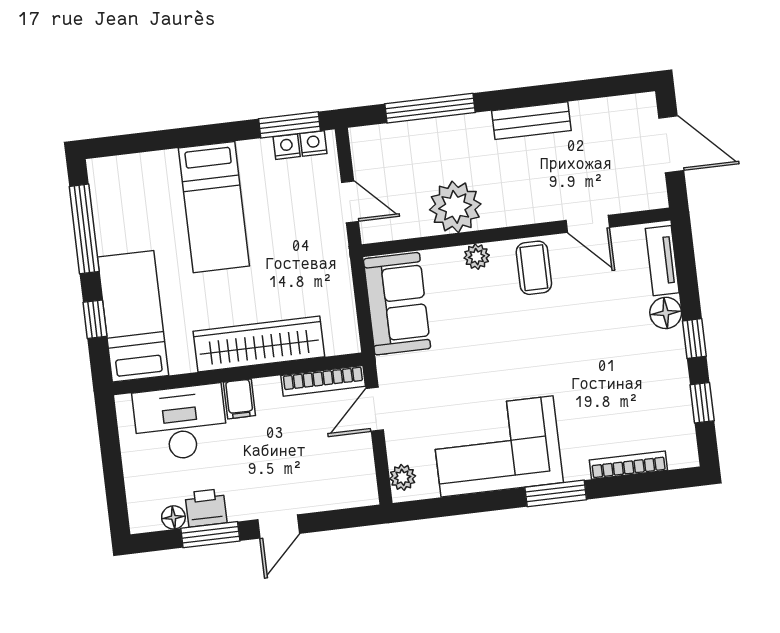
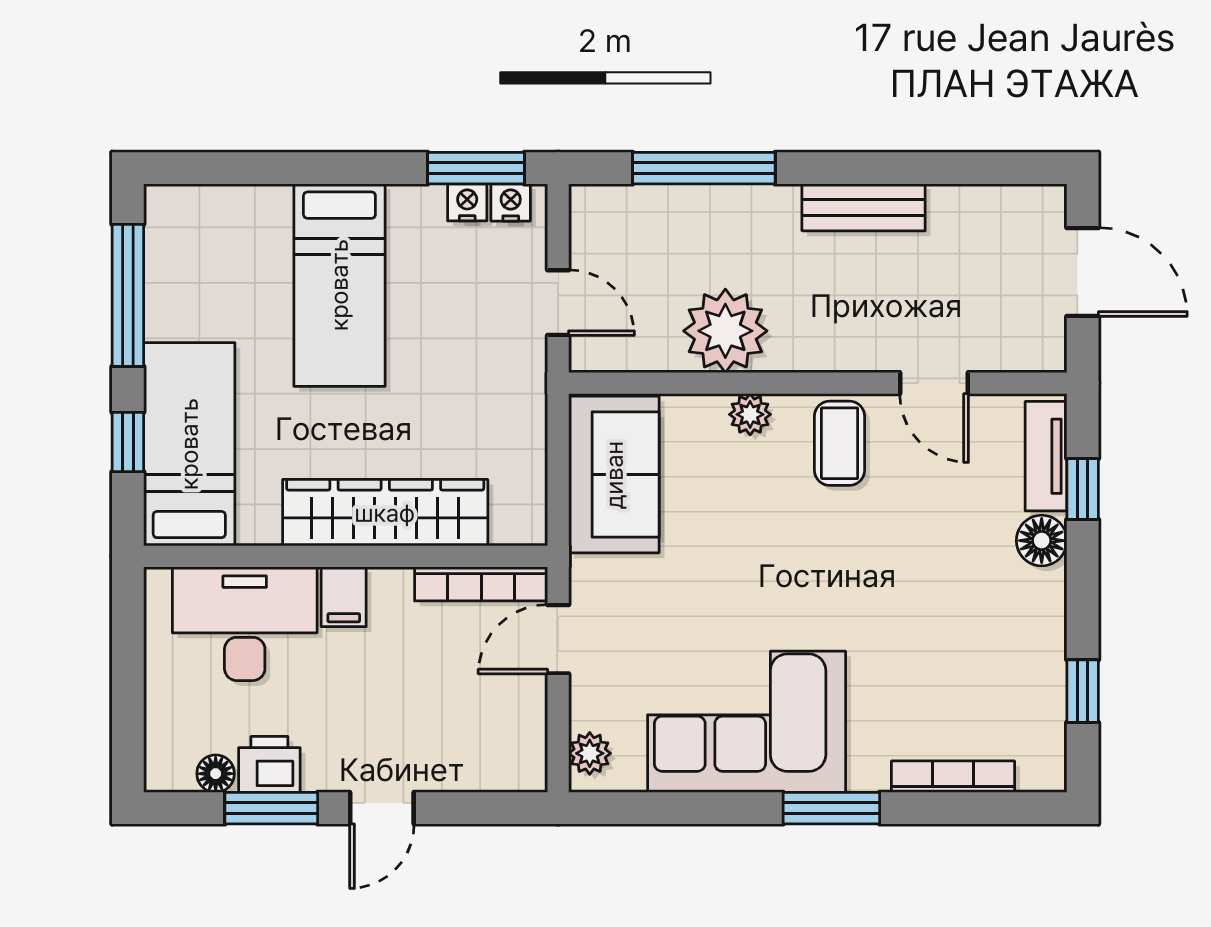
window: (694, 339) -> (1083, 489), moved

